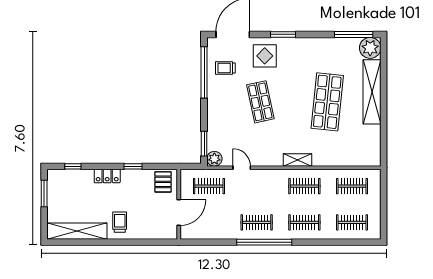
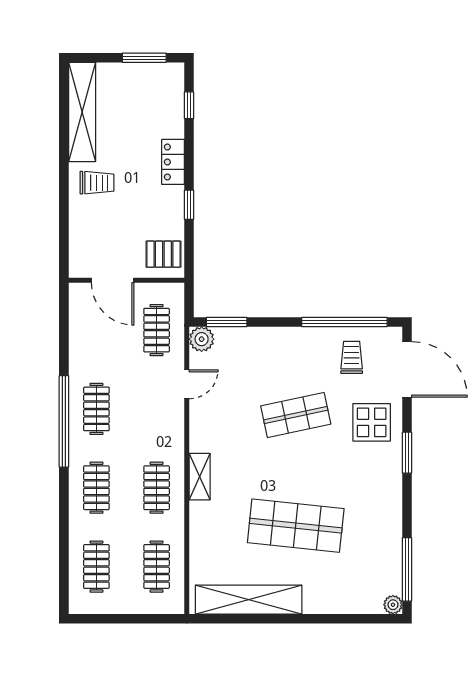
plant: (370, 48) -> (393, 605), width x0.53, depth x0.53
shelving: (372, 92) -> (249, 600), moved

